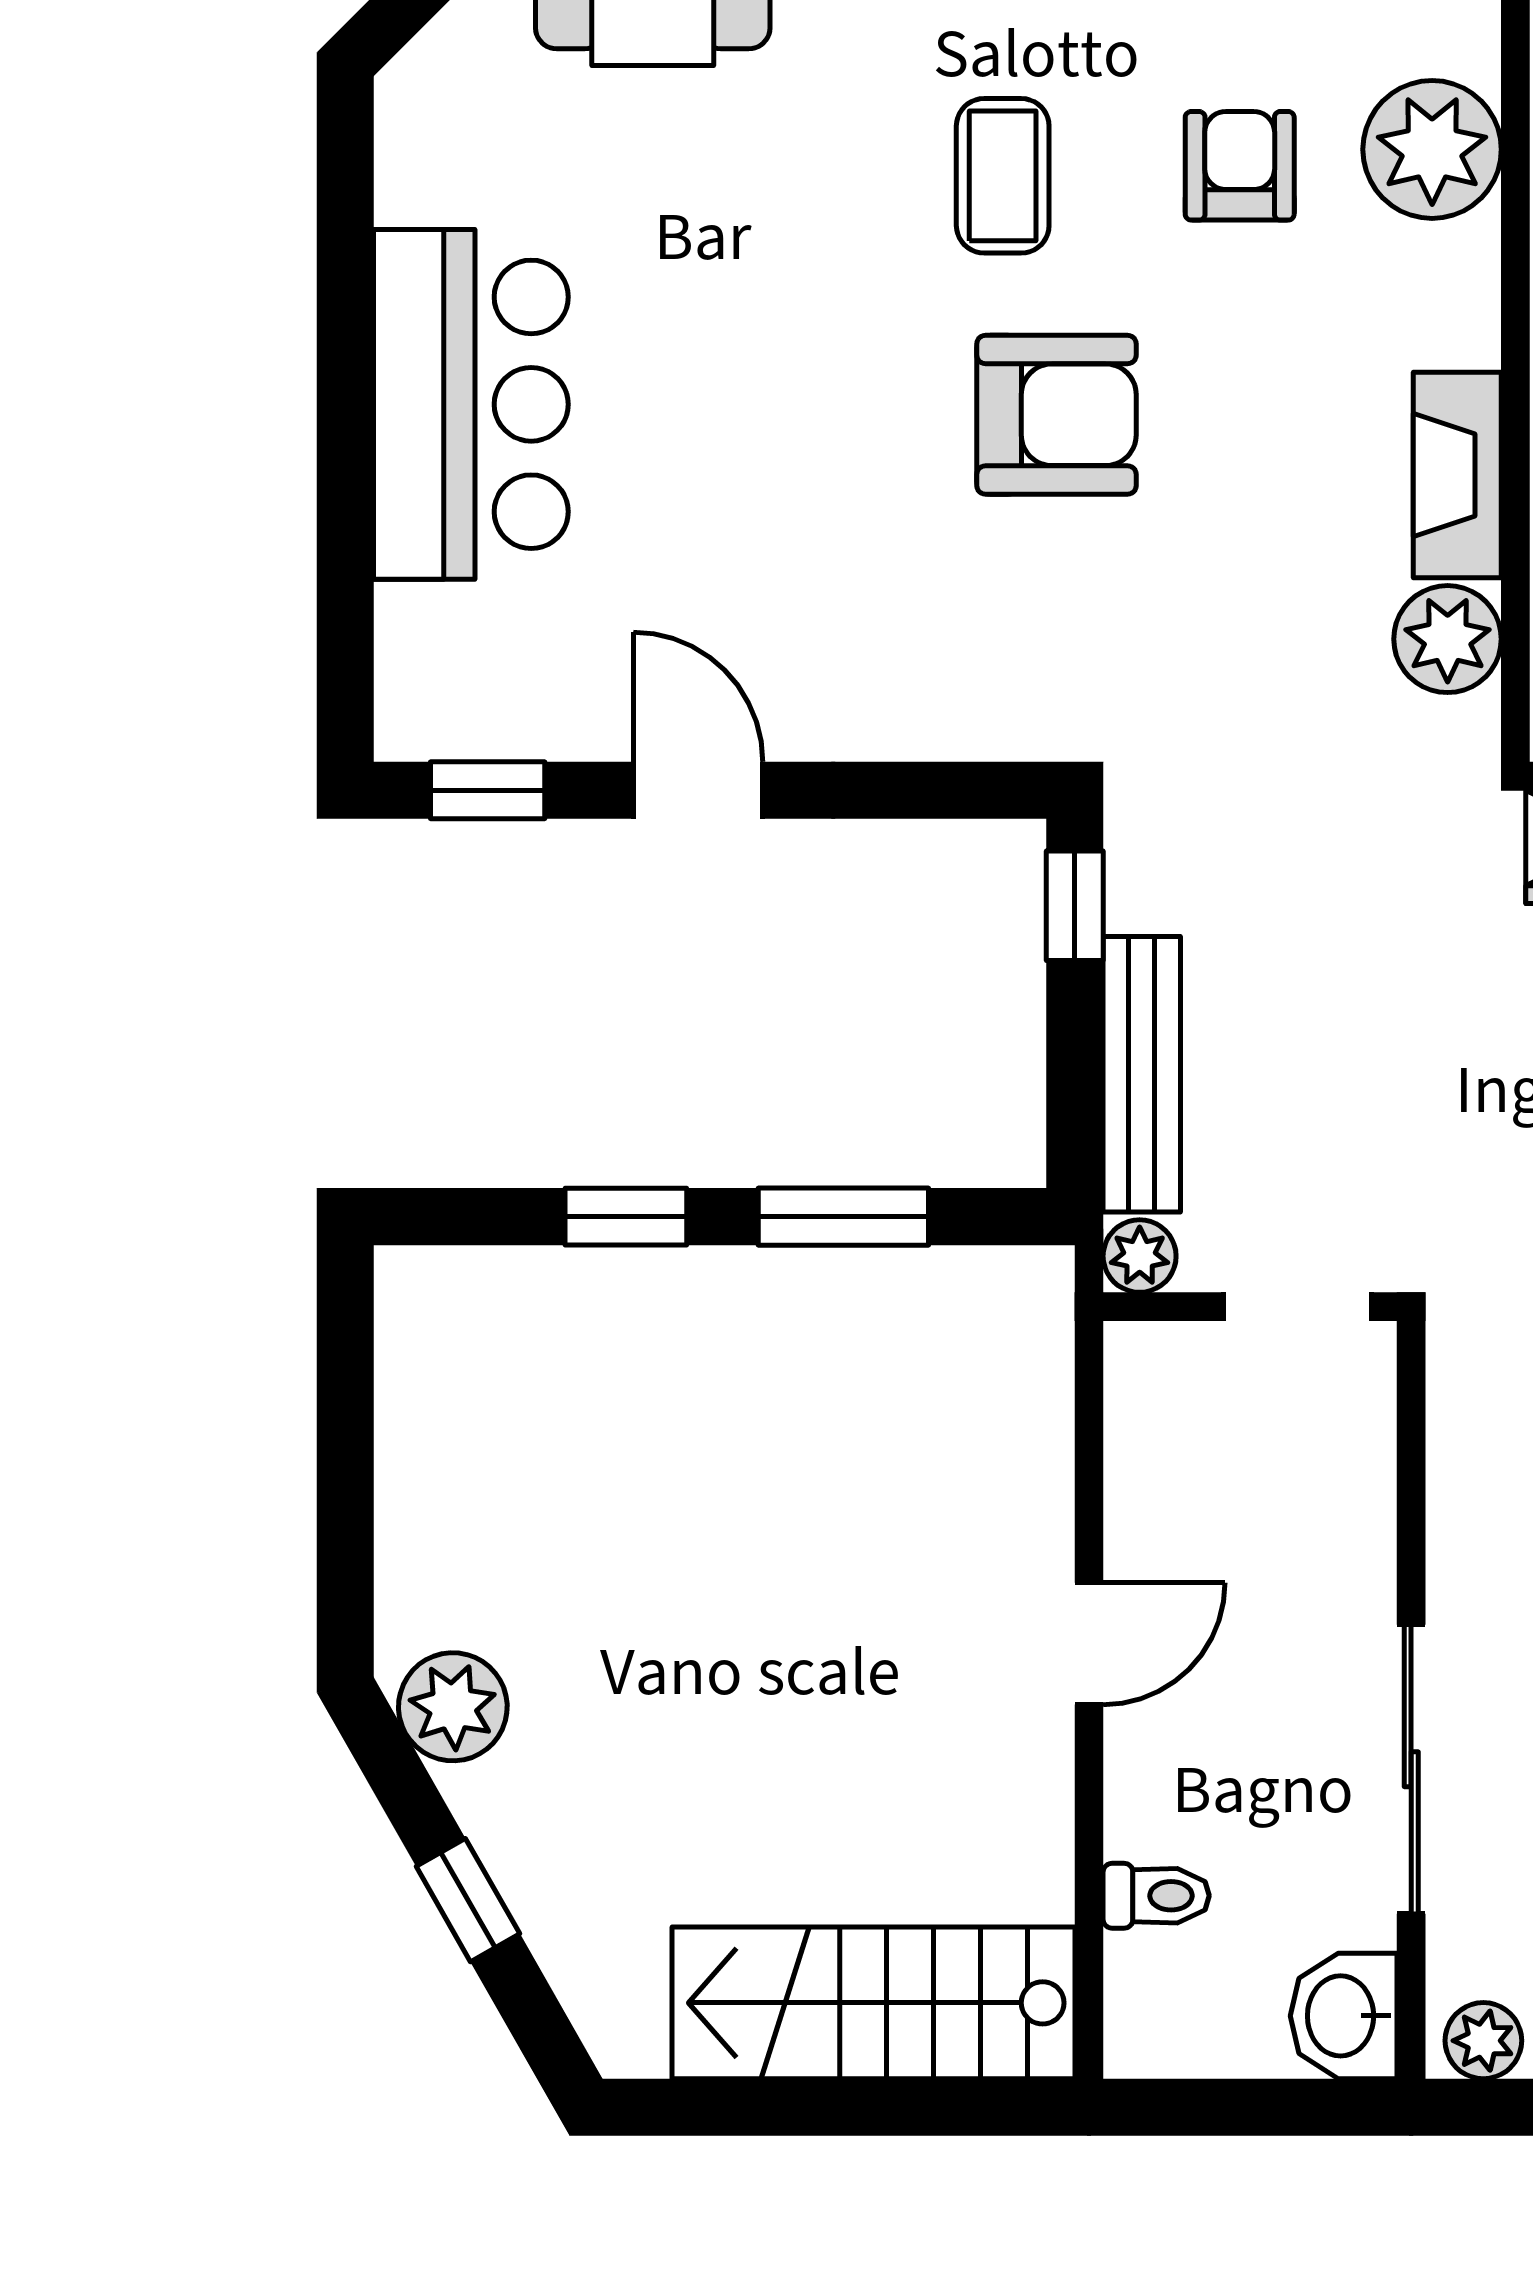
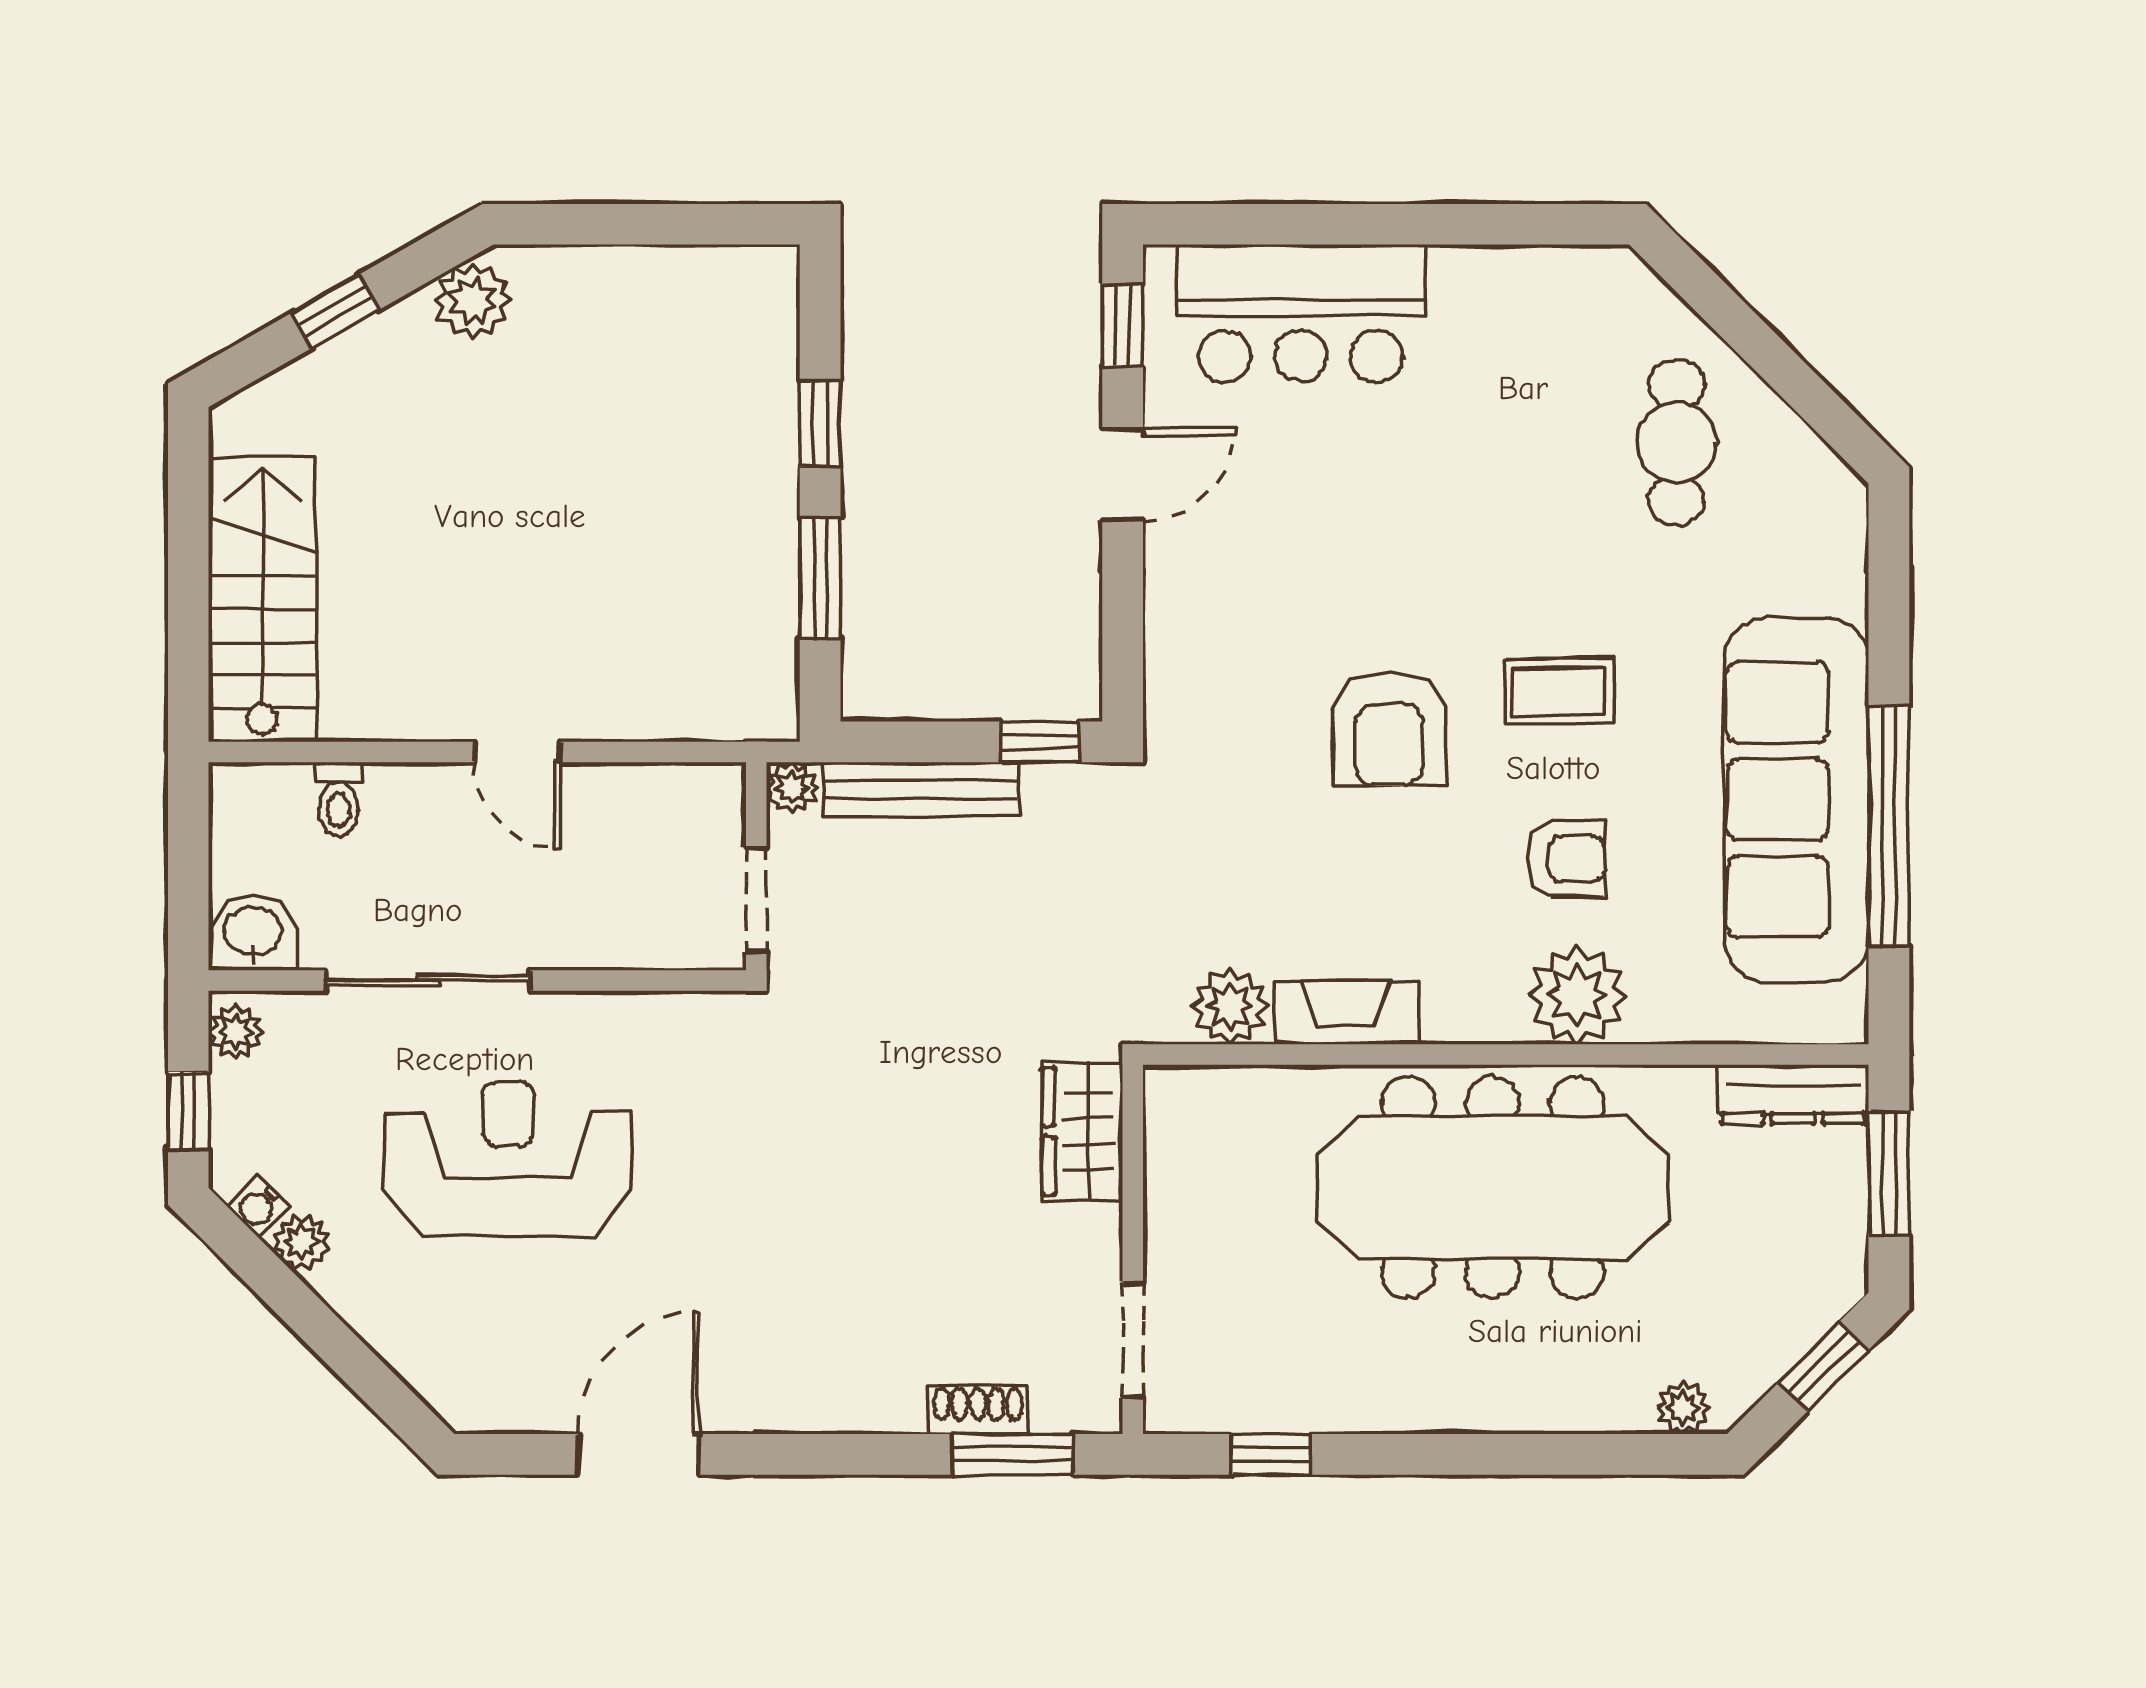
bar counter: (471, 404) -> (1301, 313), moved

